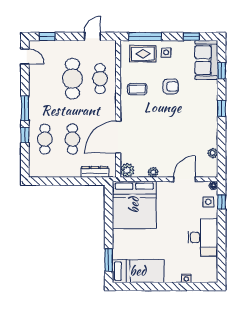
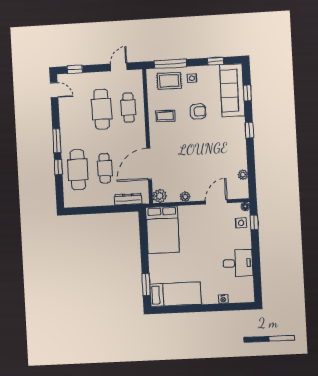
sofa: (206, 60) -> (232, 90), width x1.36
cafe table: (45, 139) -> (78, 170), width x1.37, depth x1.35
bed: (134, 205) -> (163, 230), width x0.73
desk: (203, 237) -> (238, 263), width x0.73

